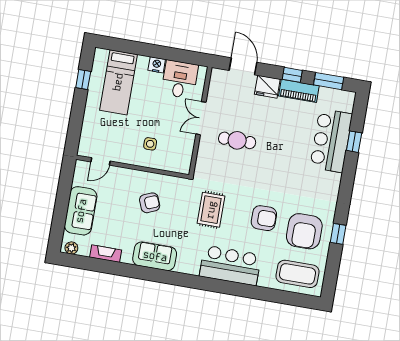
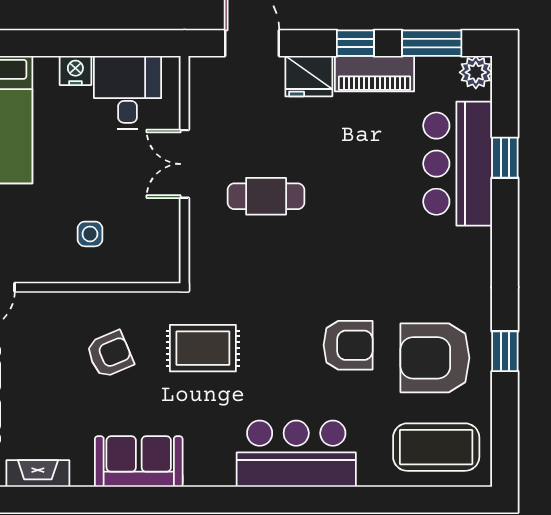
plant: (347, 99) -> (476, 72), added
rug: (211, 210) -> (203, 348), moved, turned 90
armchair: (304, 231) -> (435, 358), turned 90

